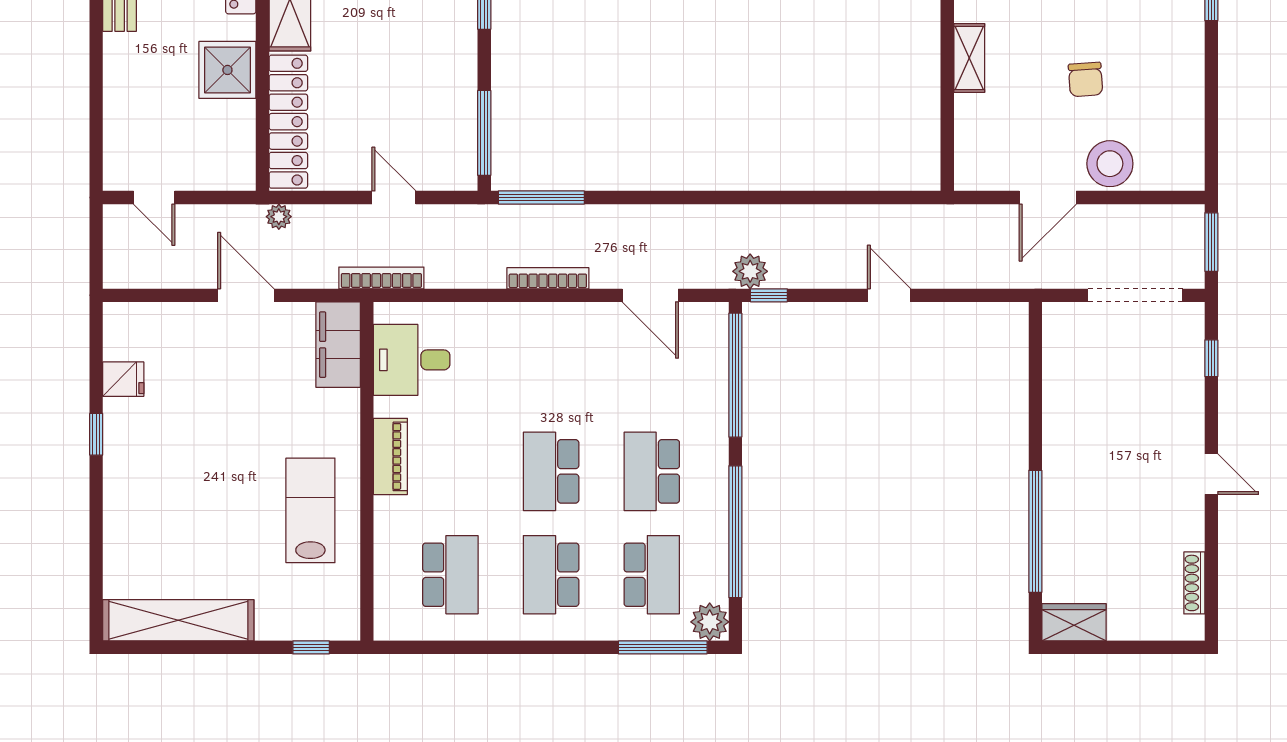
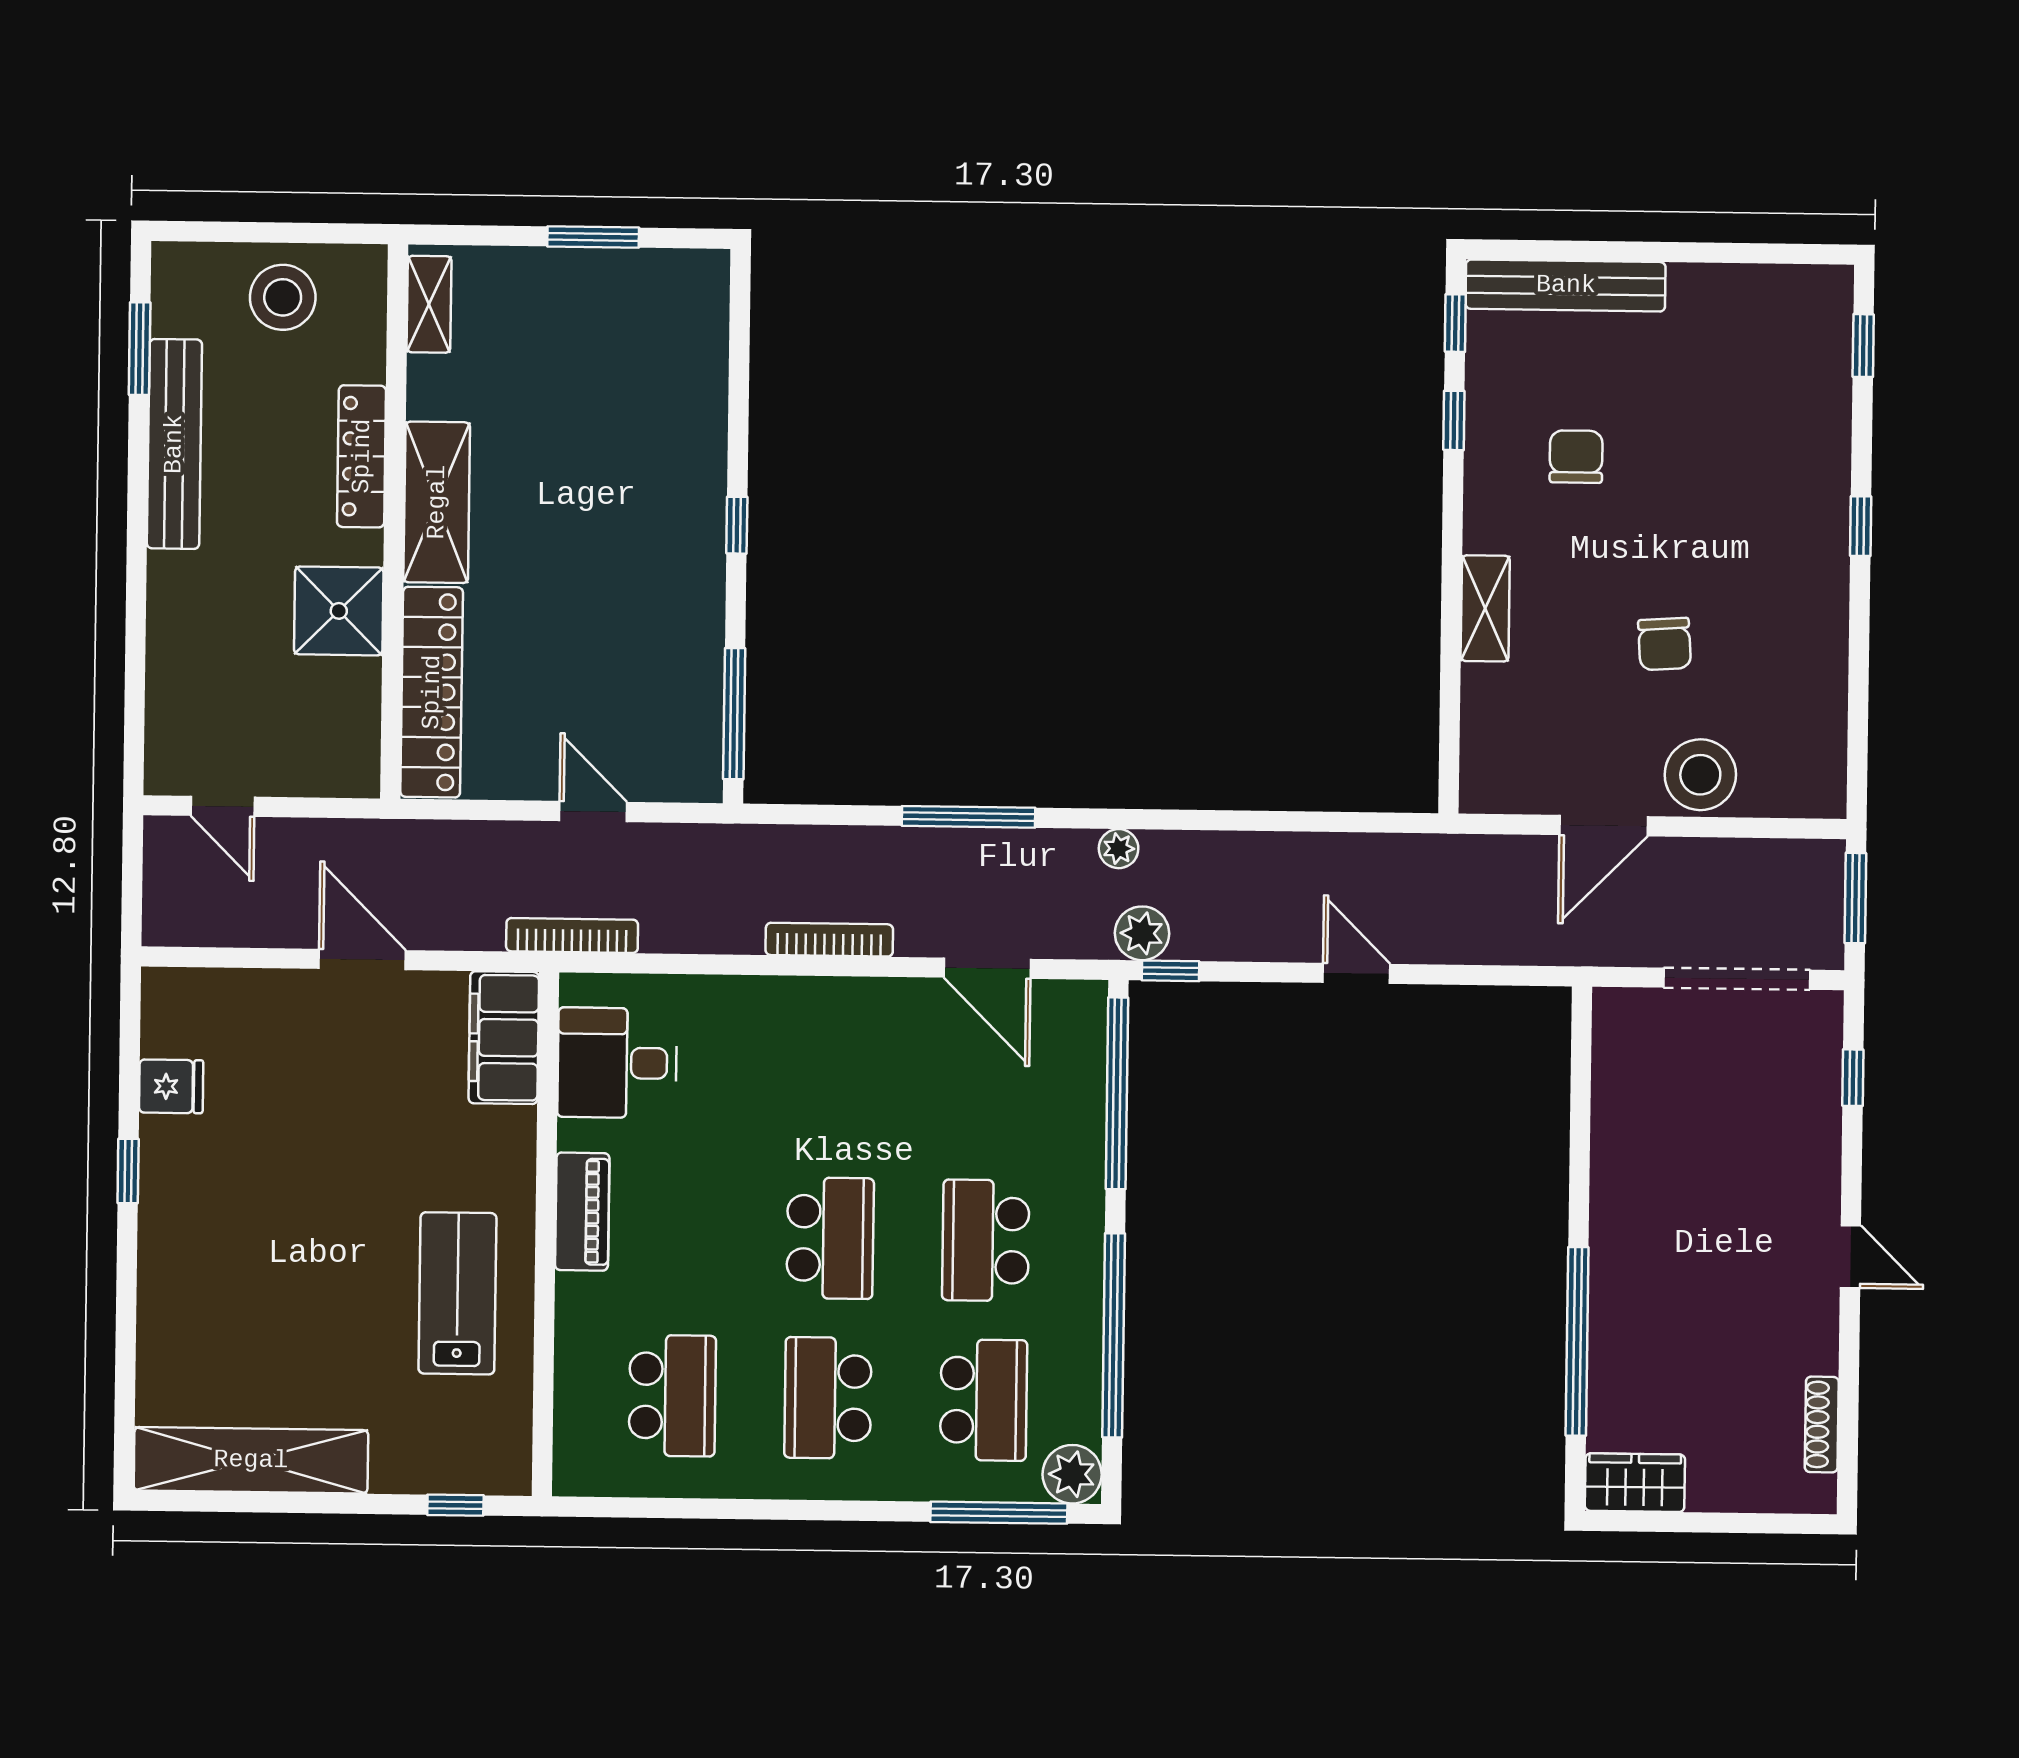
window: (541, 197) -> (969, 817), moved
plant: (279, 217) -> (1119, 849), moved
school desk: (551, 471) -> (830, 1238), turned 180

